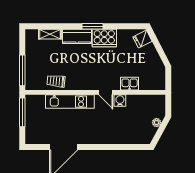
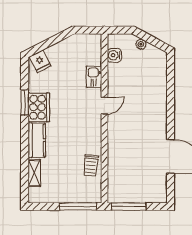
window: (93, 26) -> (25, 102), moved
water cooler: (120, 100) -> (114, 55), moved
kitchen unit: (70, 102) -> (116, 149), removed

